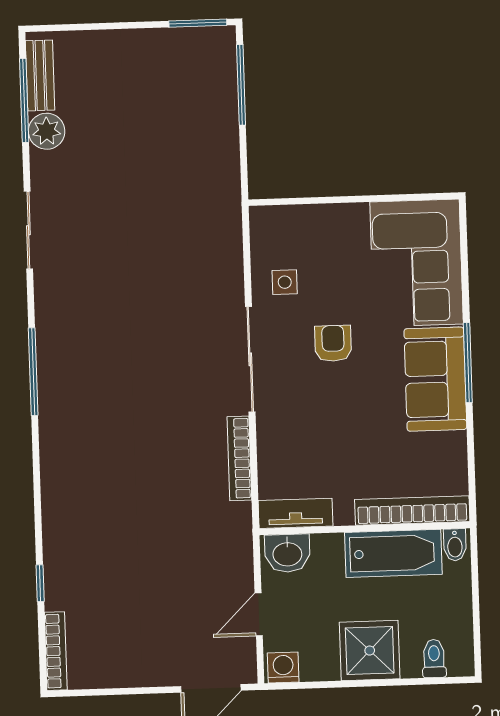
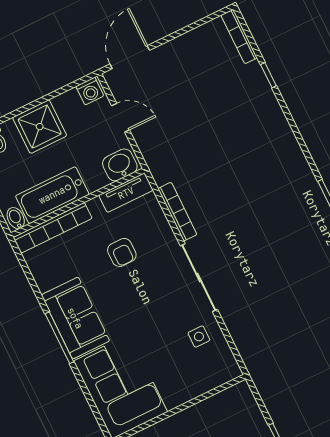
armchair: (333, 343) -> (122, 252), moved
door: (259, 614) -> (121, 118), hinge flipped

